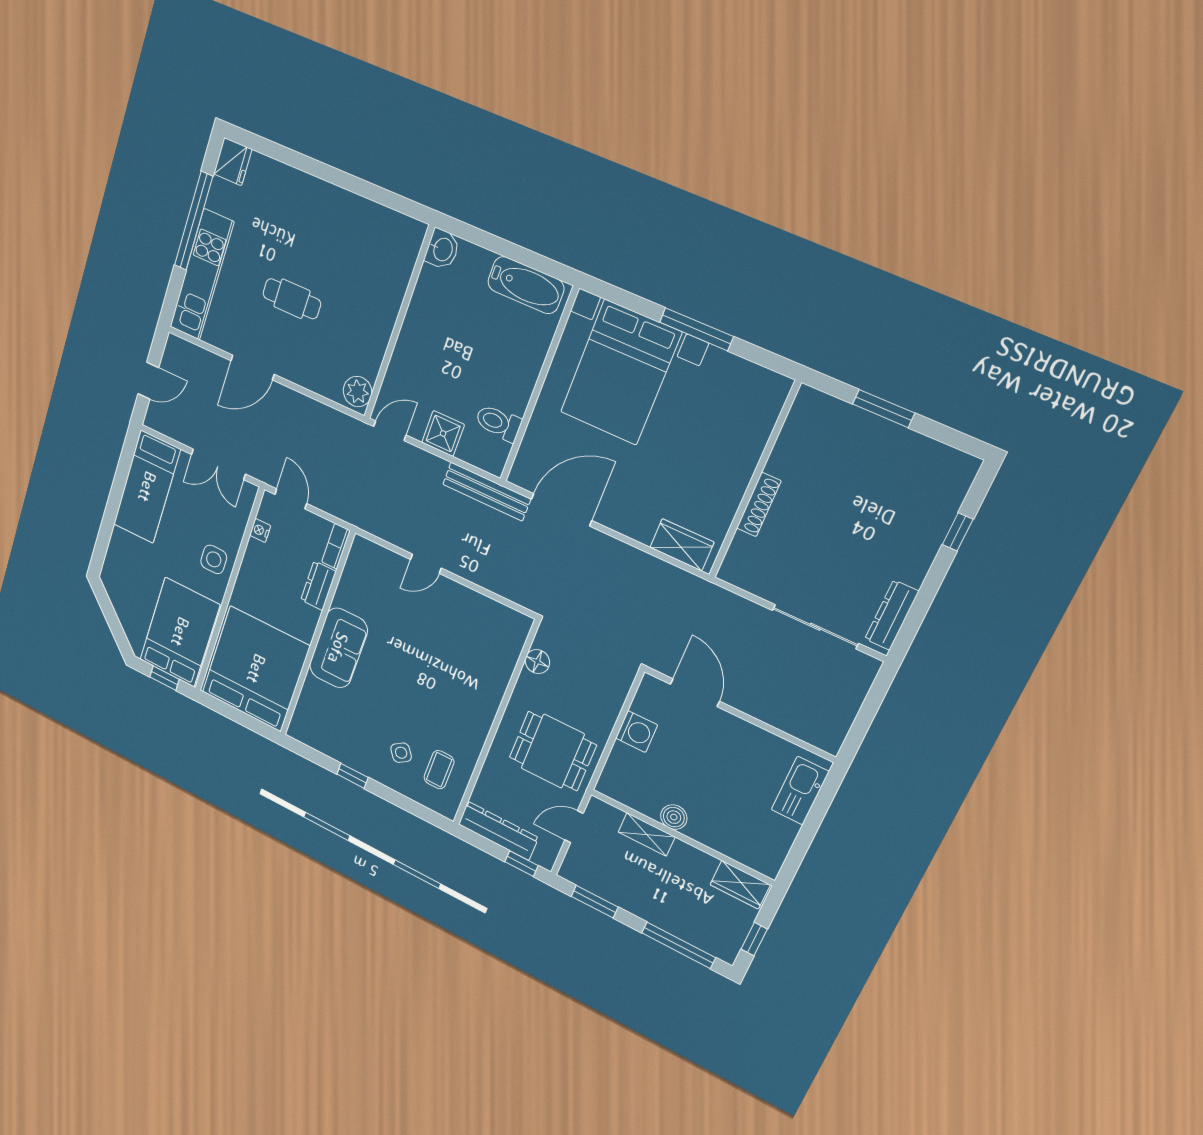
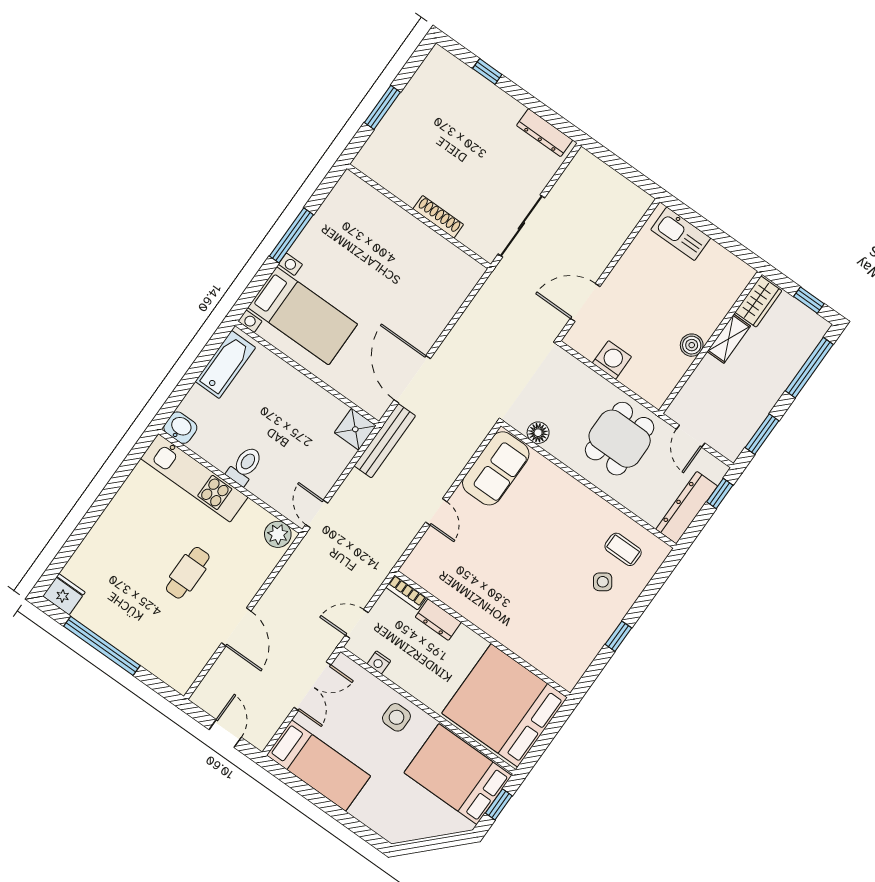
kitchen unit: (202, 275) -> (194, 478), moved, turned 180
bed with nightstands: (620, 373) -> (303, 316), width x0.73
toilet: (498, 423) -> (245, 466), moved, turned 180
shower: (443, 433) -> (355, 429), moved
wardrobe: (682, 545) -> (459, 285), removed
sliding door: (815, 627) -> (521, 226), moved
sofa: (338, 648) -> (496, 468), moved, turned 90
shelving: (647, 834) -> (729, 339), moved

